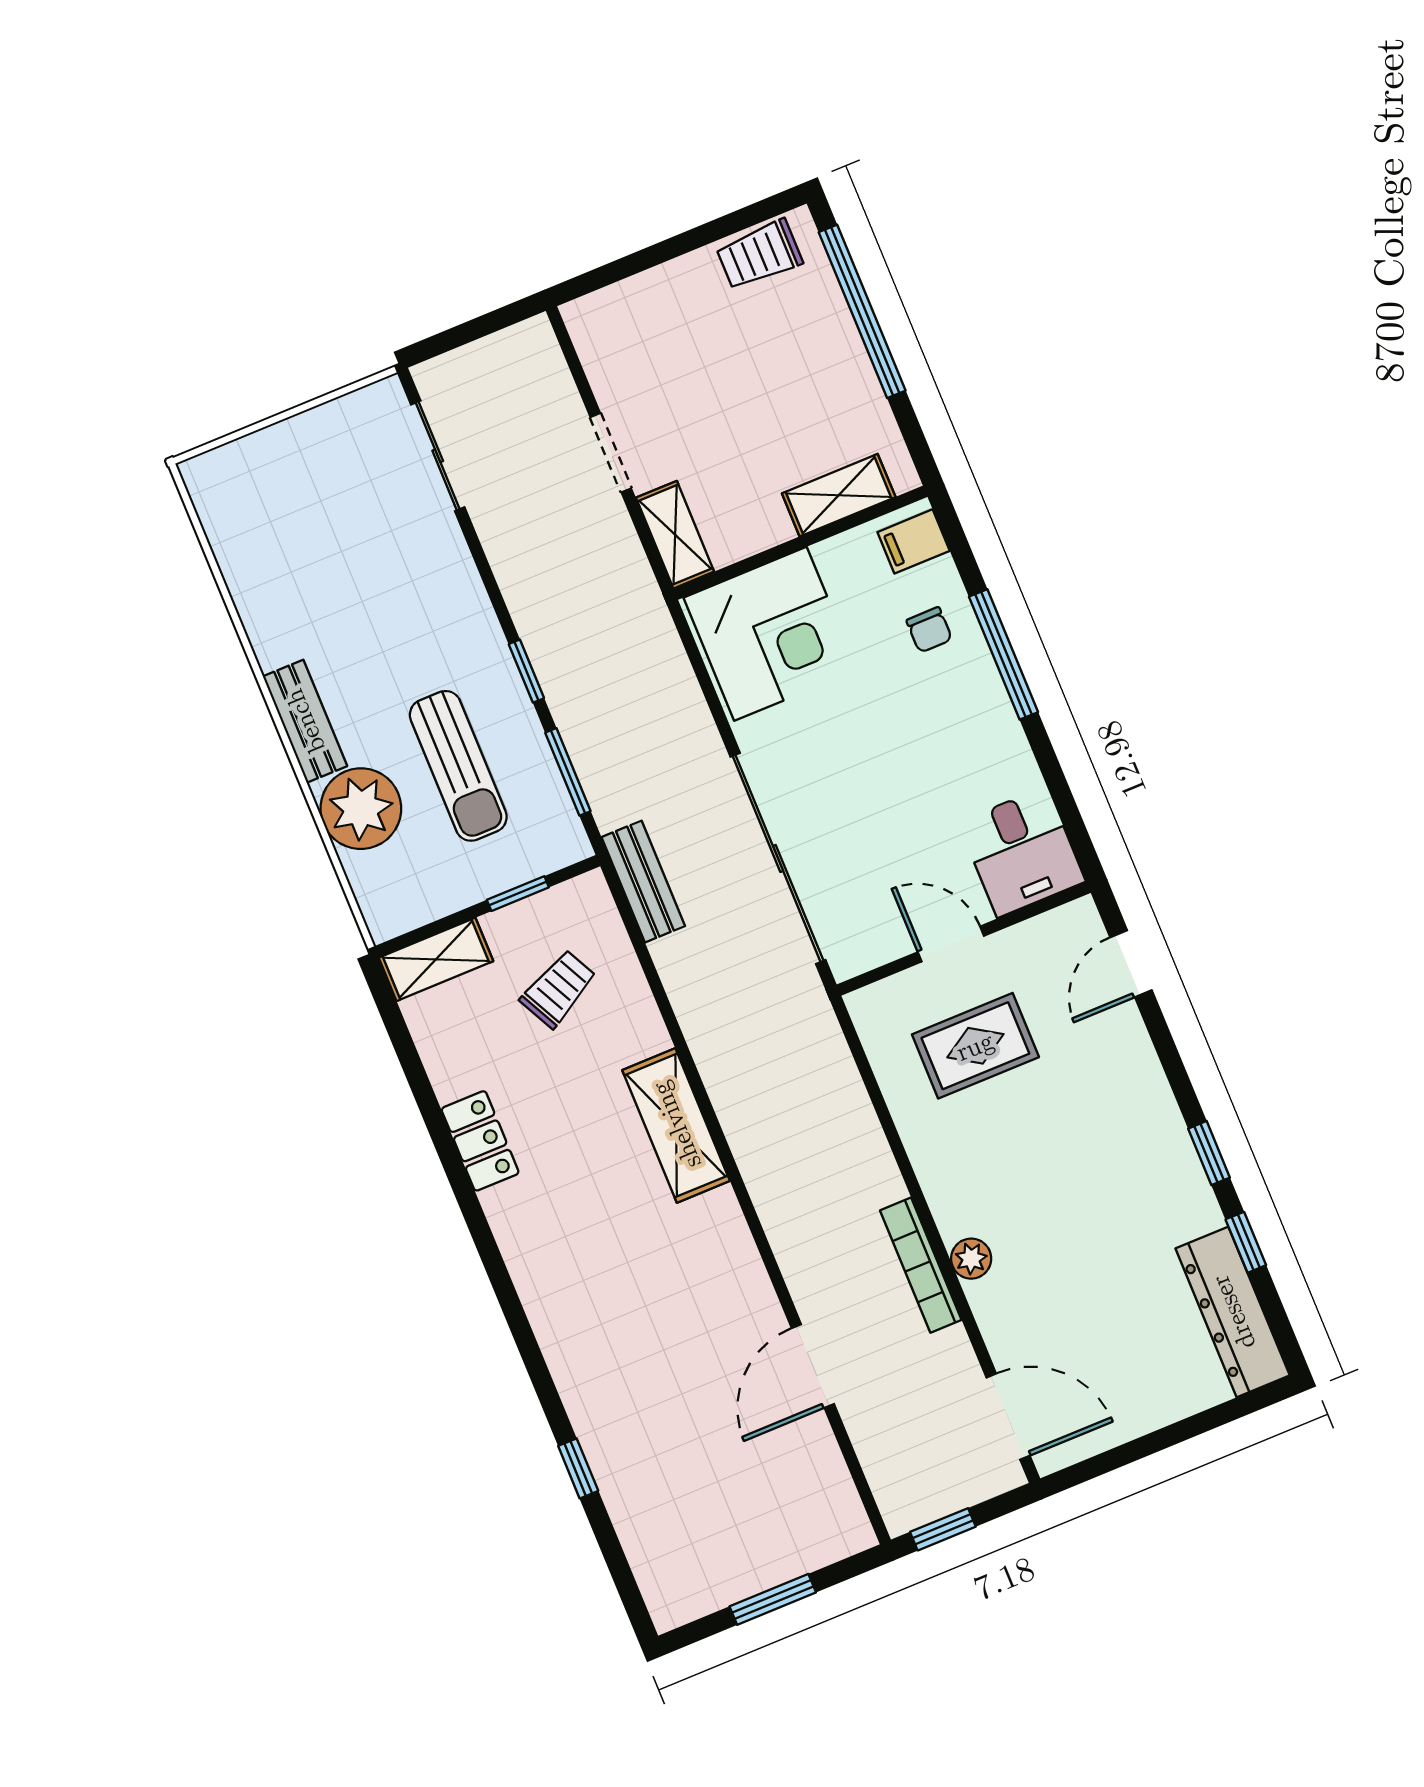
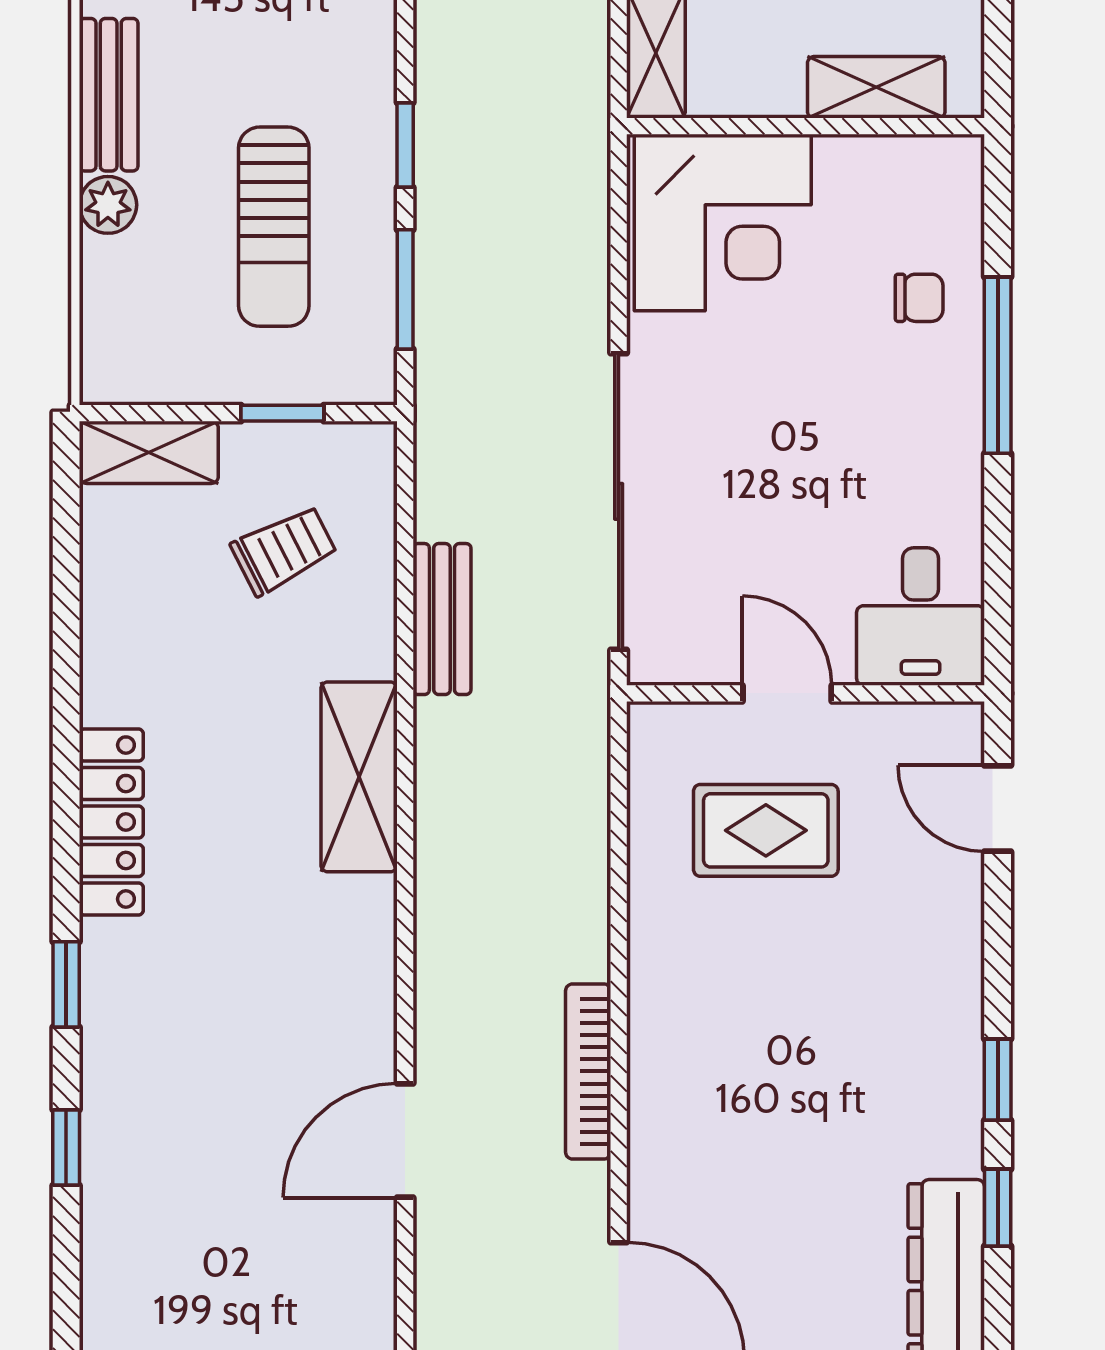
filing cabinet: (914, 541) -> (945, 182), removed
chair: (929, 630) -> (919, 298), turned -90
plant: (361, 809) -> (108, 205), width x0.53, depth x0.53
bench: (643, 882) -> (442, 619), moved
door: (1131, 964) -> (998, 808), hinge flipped
locker: (480, 1141) -> (111, 822), moved, width x1.53
plant: (971, 1259) -> (653, 1089), removed
window: (531, 1355) -> (66, 984), added

